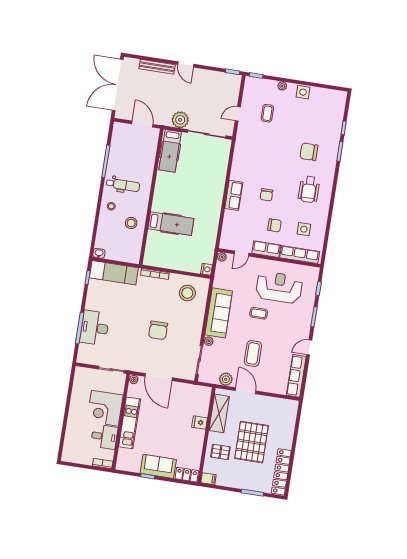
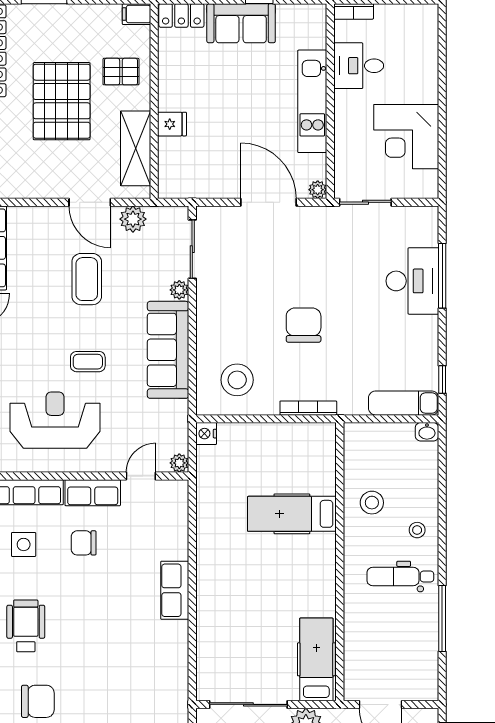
chair: (266, 195) -> (109, 602), removed
exam couch: (114, 273) -> (404, 403), width x0.73, depth x0.69
reception desk: (279, 287) -> (55, 420), turned 180
chair: (158, 330) -> (304, 325), moved
corner desk: (105, 408) -> (406, 137), moved, turned 180

